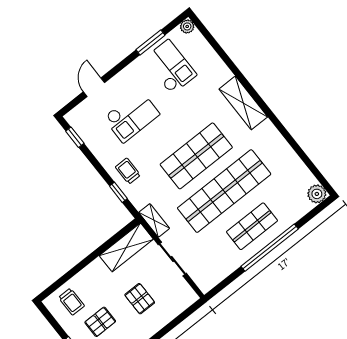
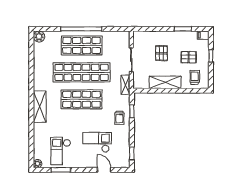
door: (94, 87) -> (104, 170), swing flipped
shop shelf: (252, 226) -> (82, 45), width x1.43, depth x1.36
shelving: (126, 247) -> (165, 82), moved

